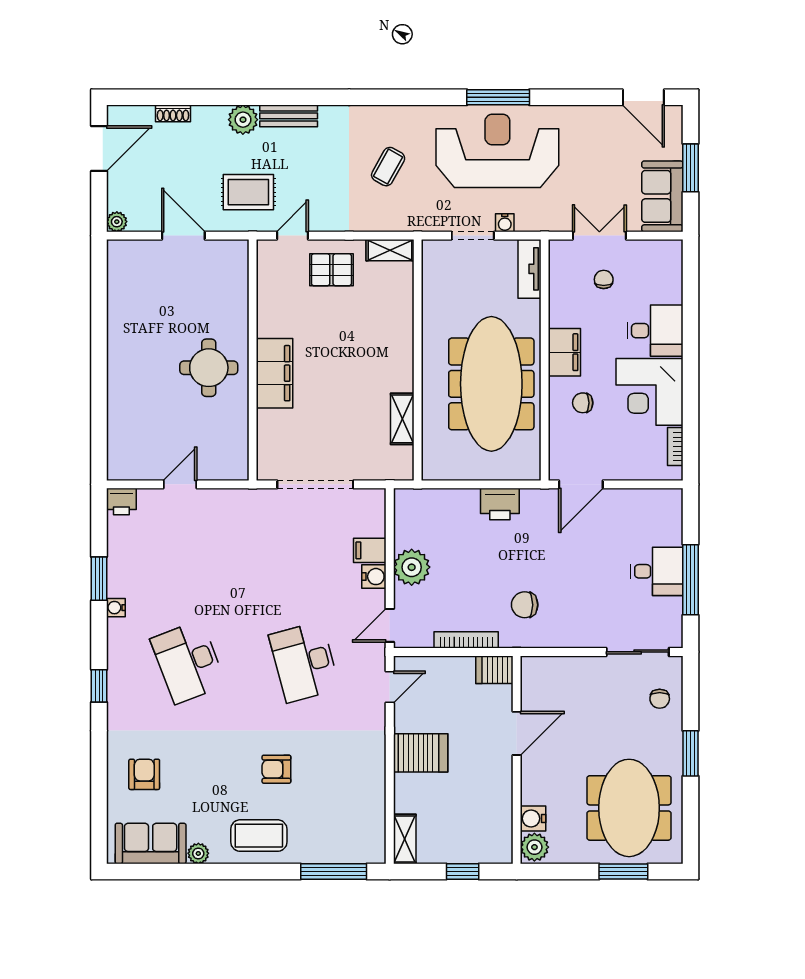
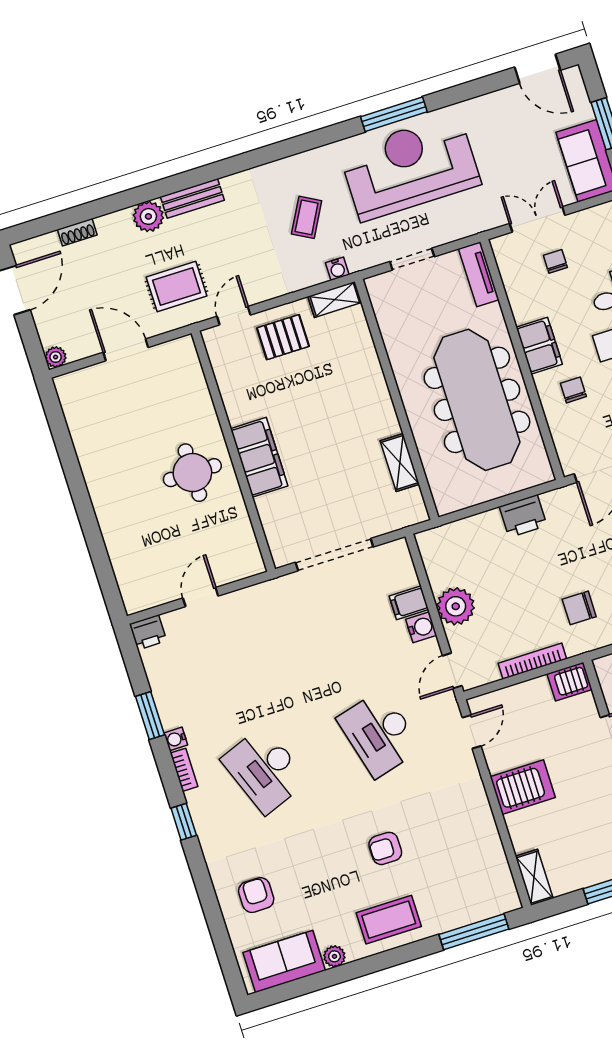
water cooler: (505, 223) -> (337, 269), moved
chair: (583, 403) -> (573, 390), turned 90
bookcase: (114, 638) -> (184, 770), added

